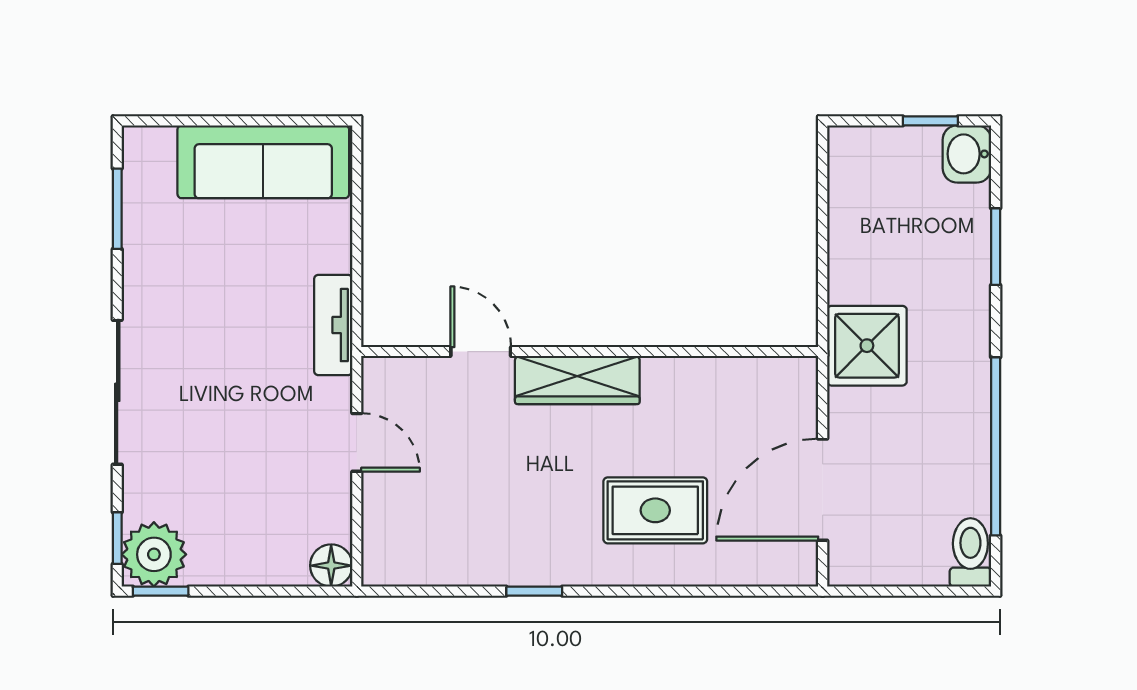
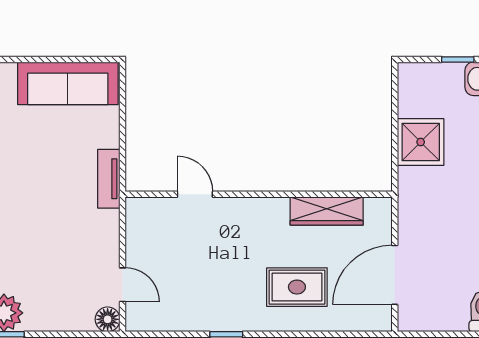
shower: (867, 346) -> (421, 142), moved
wardrobe: (577, 380) -> (327, 211), moved
door: (357, 442) -> (123, 285), moved

